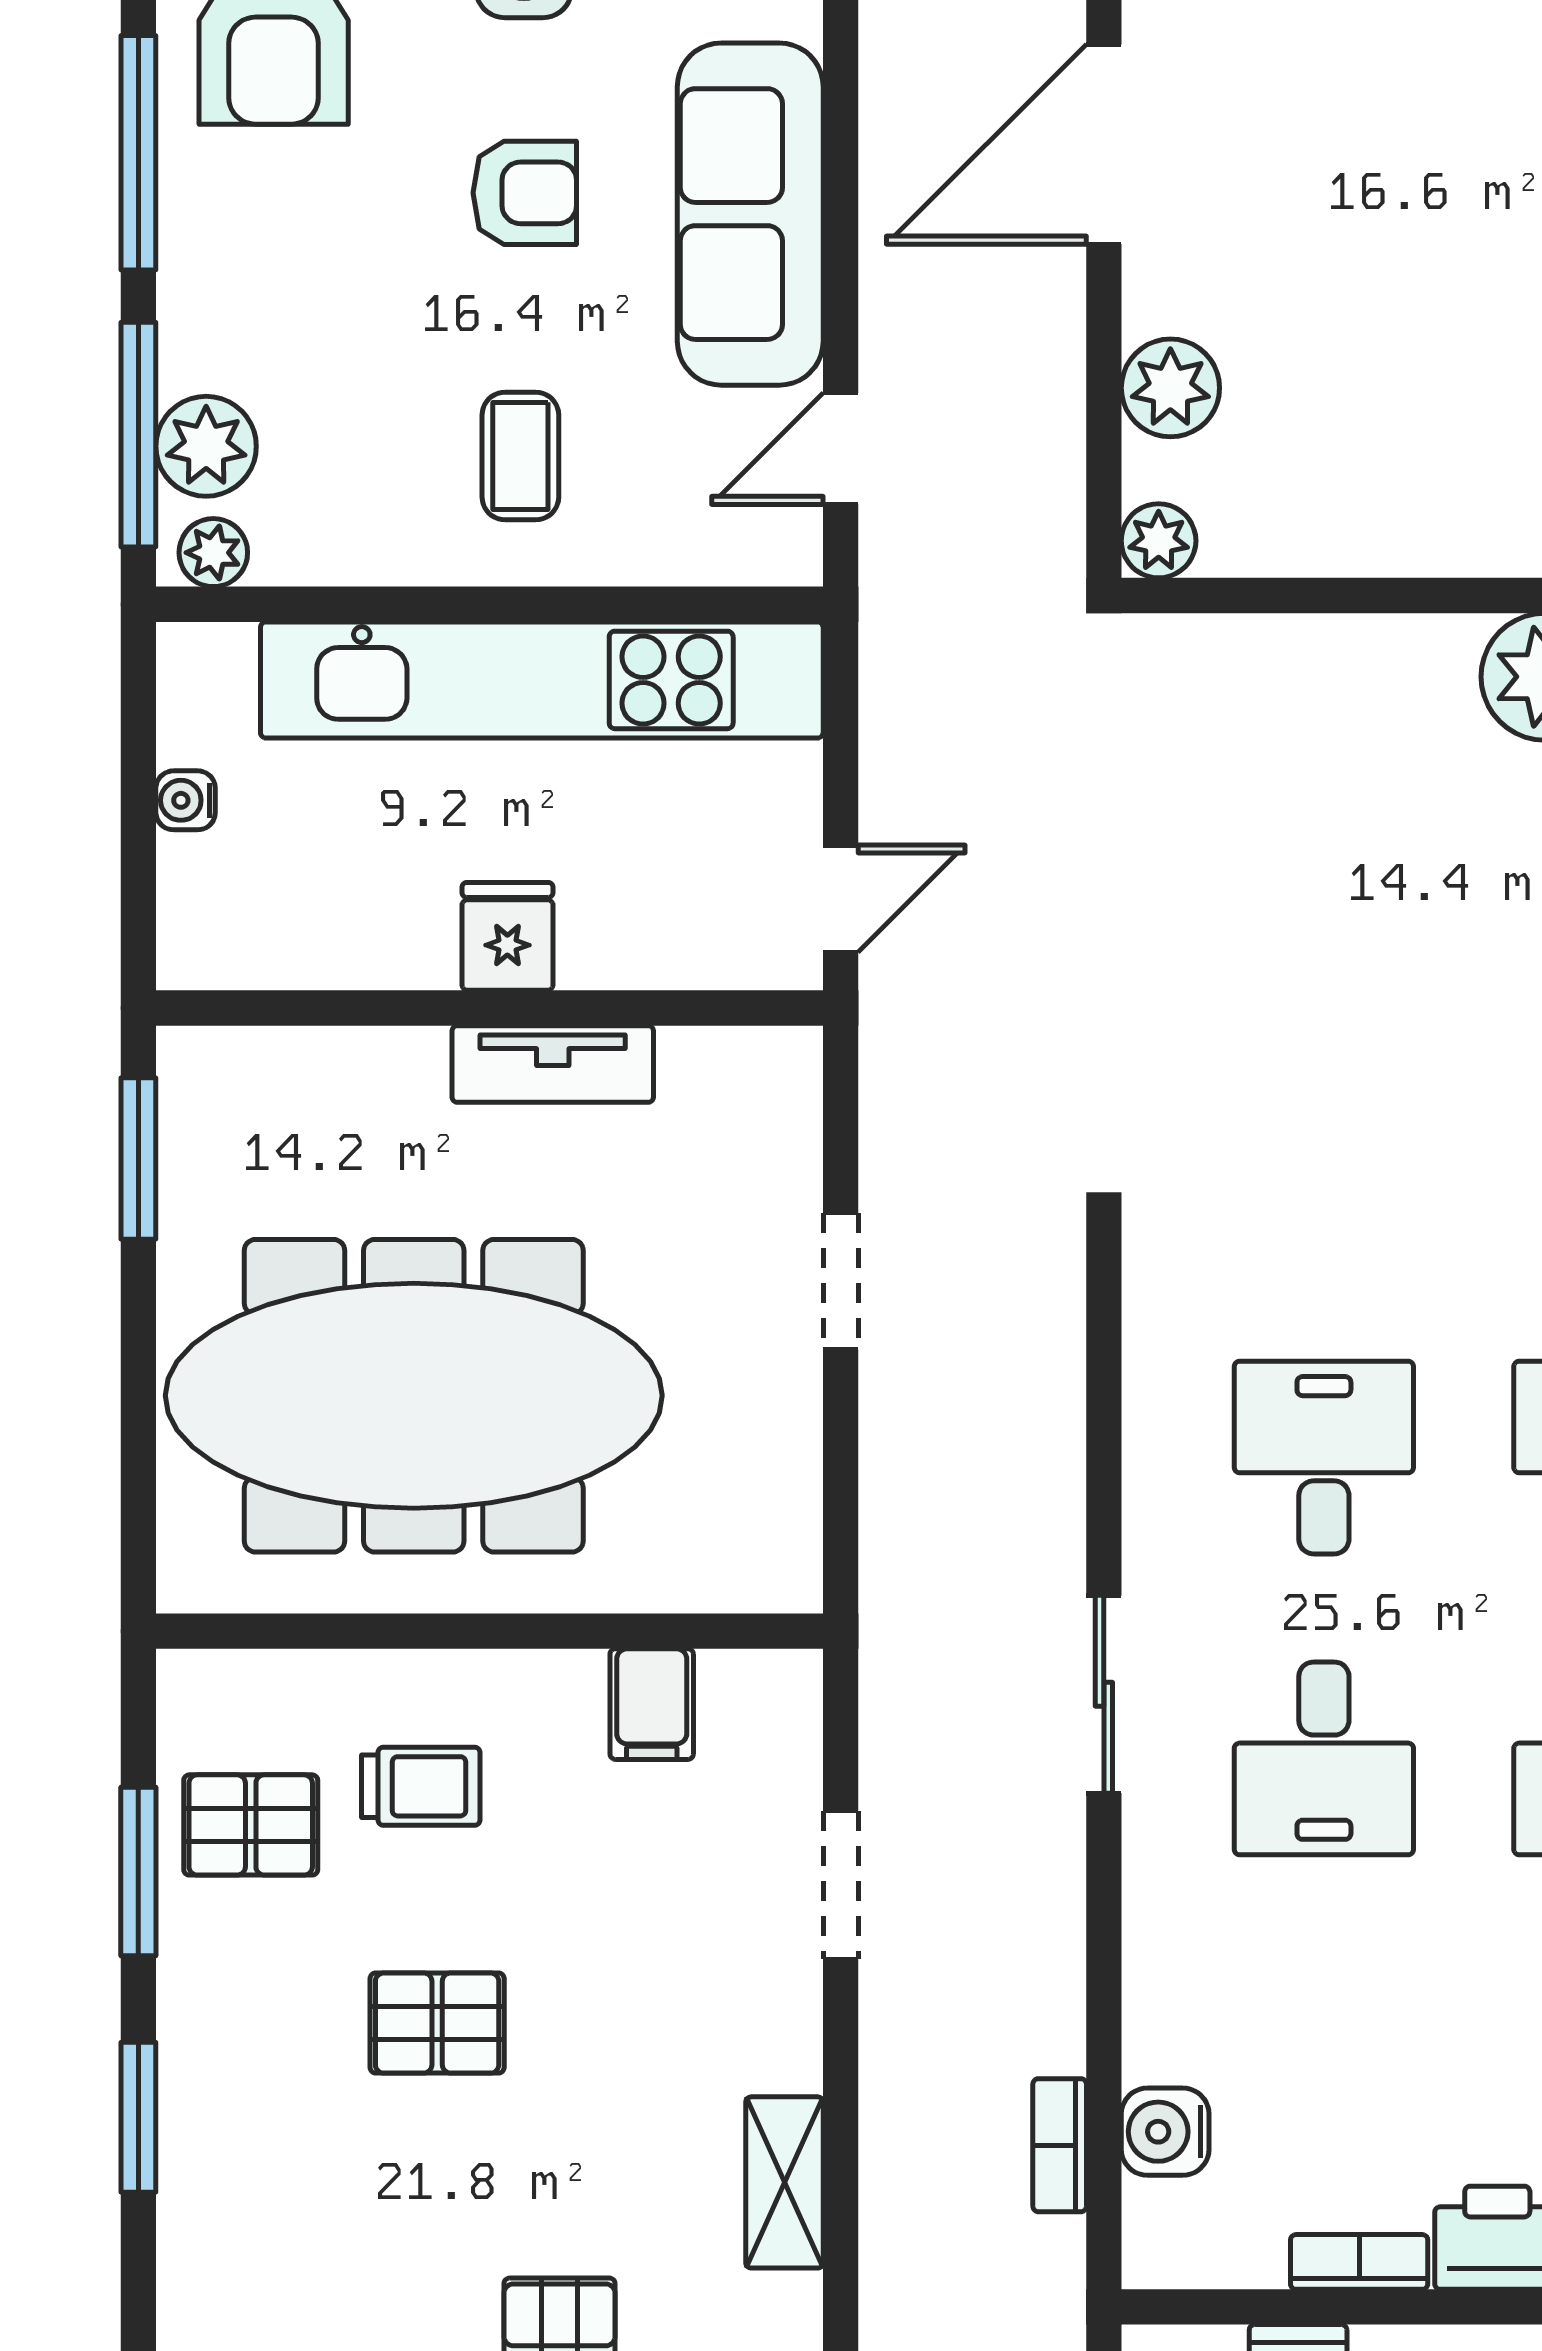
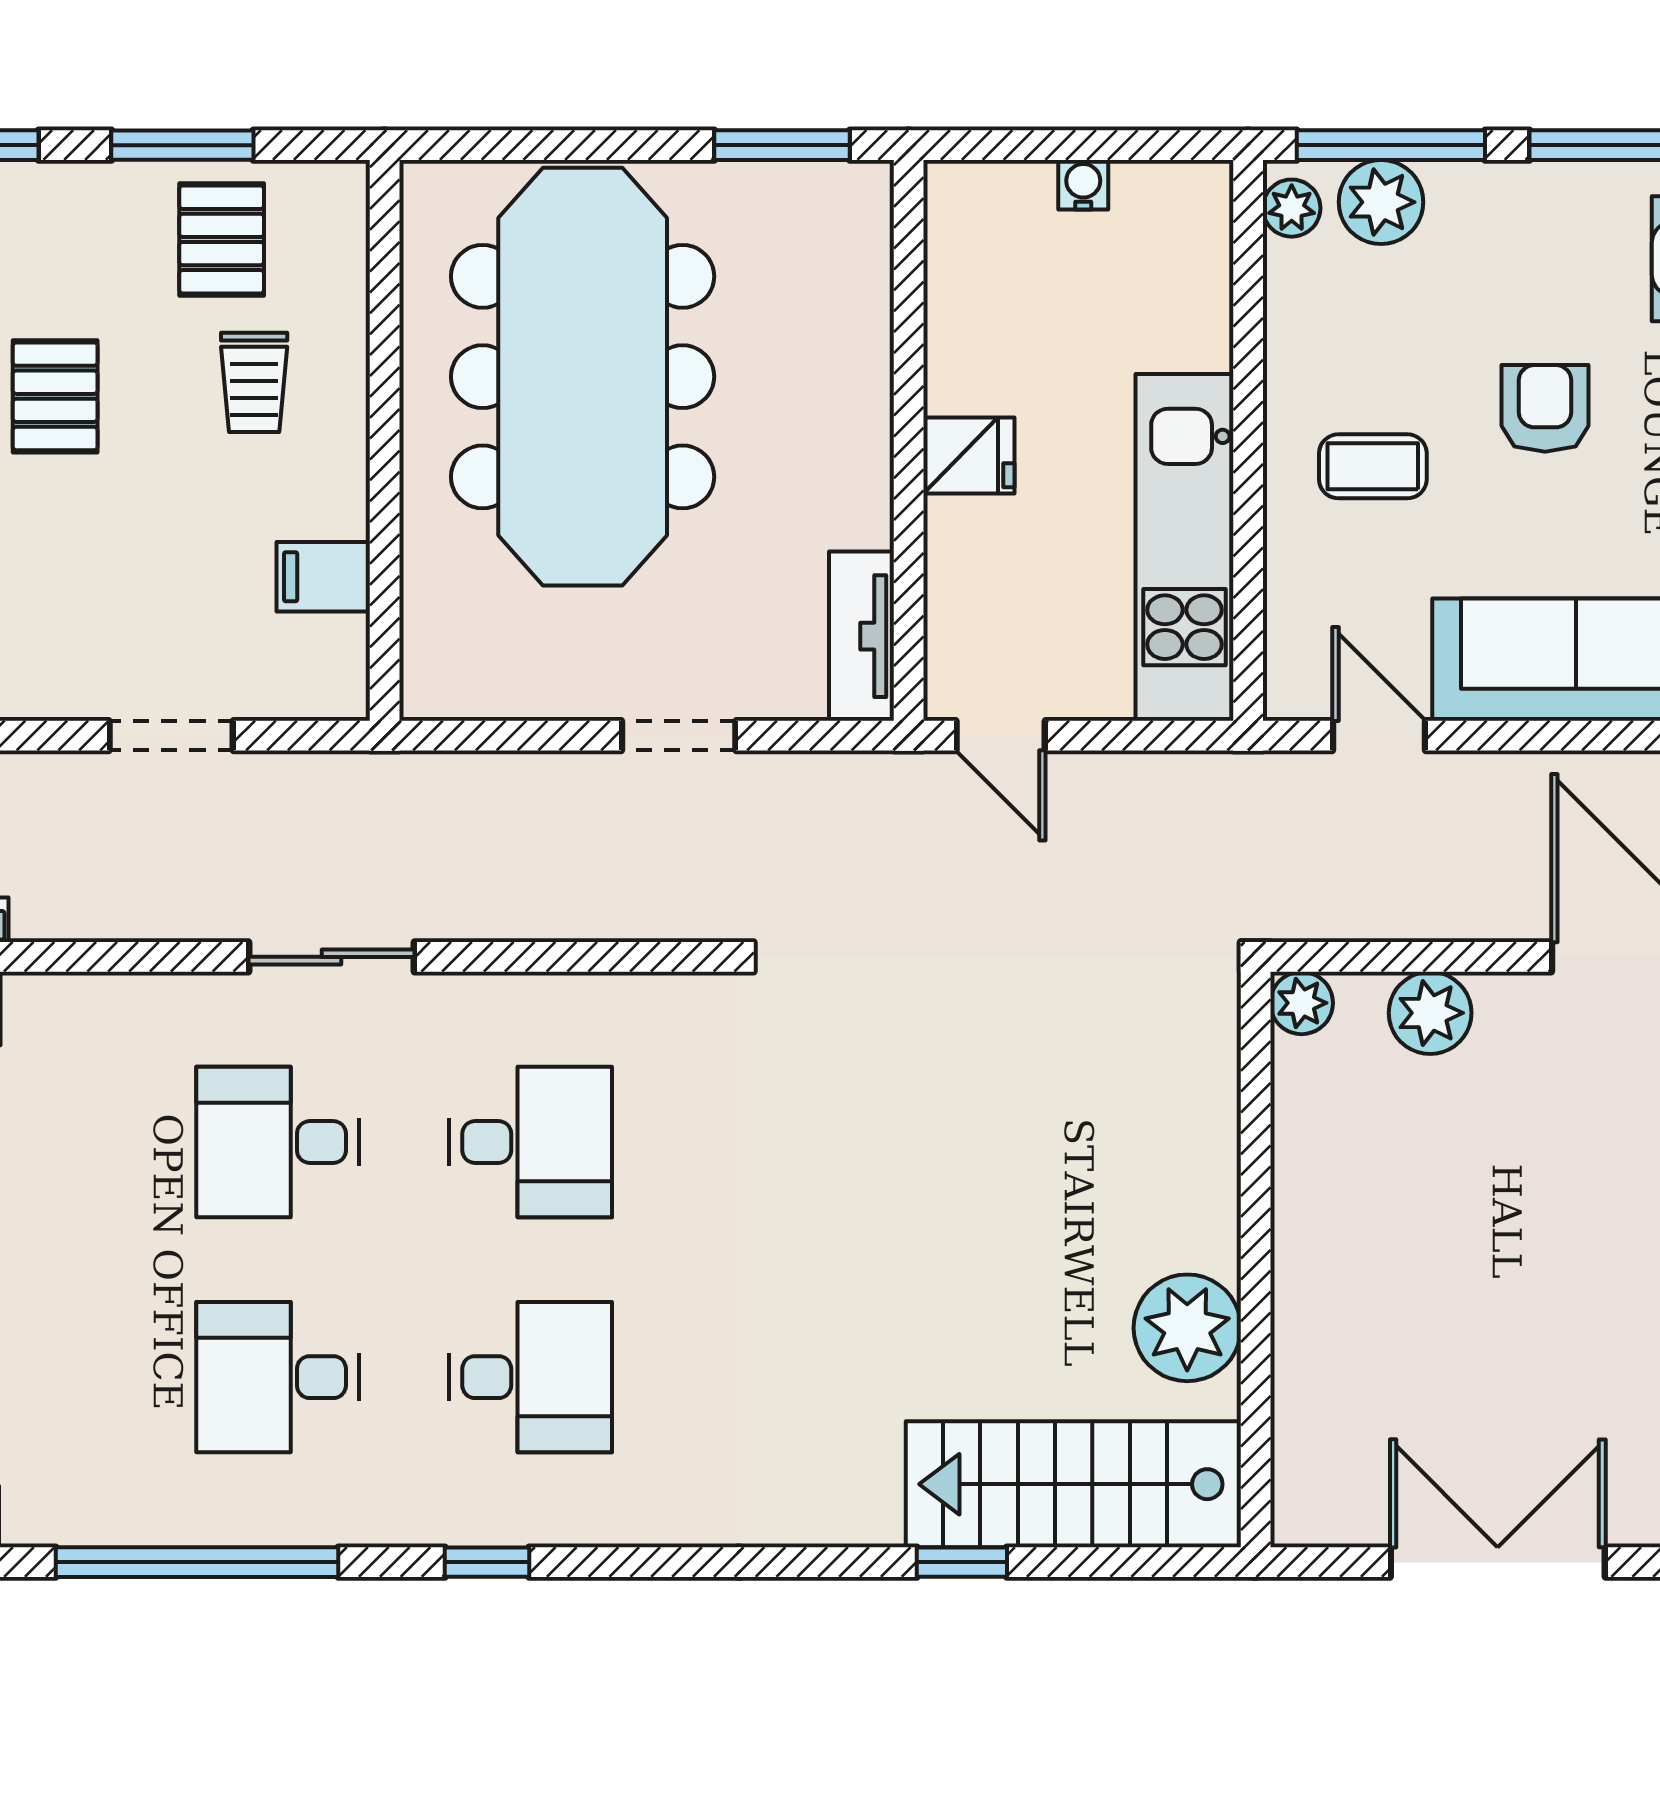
armchair: (525, 193) -> (1545, 408), moved, turned 180
kitchen unit: (542, 680) -> (1185, 547), width x0.73
tv unit: (553, 1064) -> (862, 636), moved

